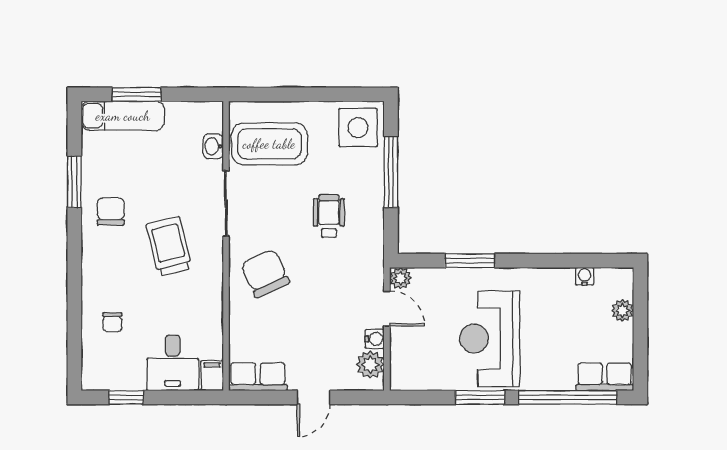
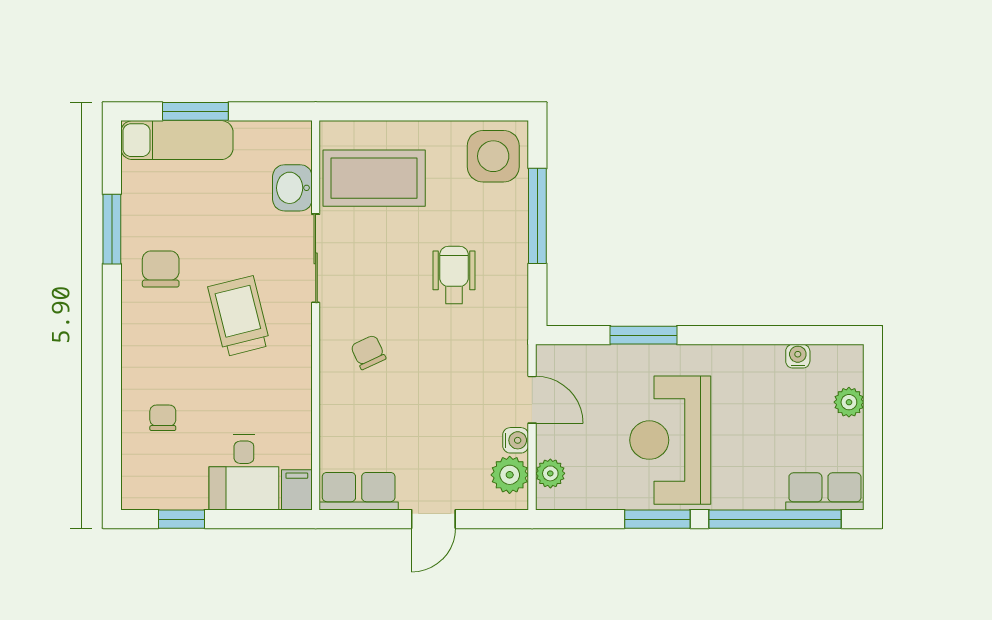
washbasin: (213, 146) -> (292, 188), width x1.38, depth x1.45
chair: (265, 273) -> (368, 352), width x0.54, depth x0.54
plant: (400, 278) -> (550, 473), moved
chair: (112, 322) -> (163, 418), turned 180

